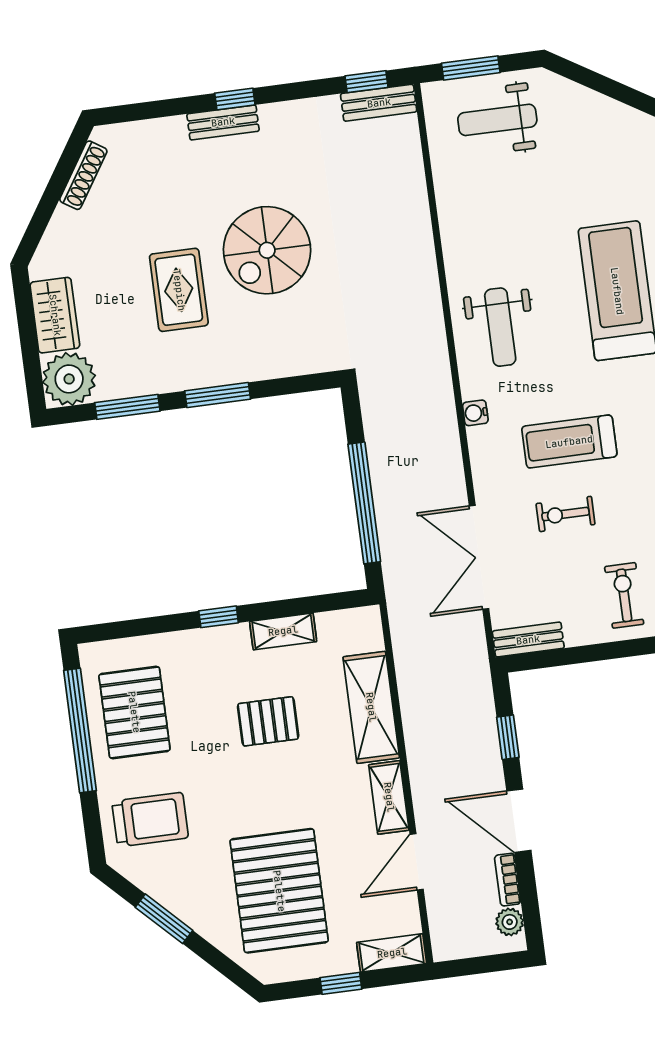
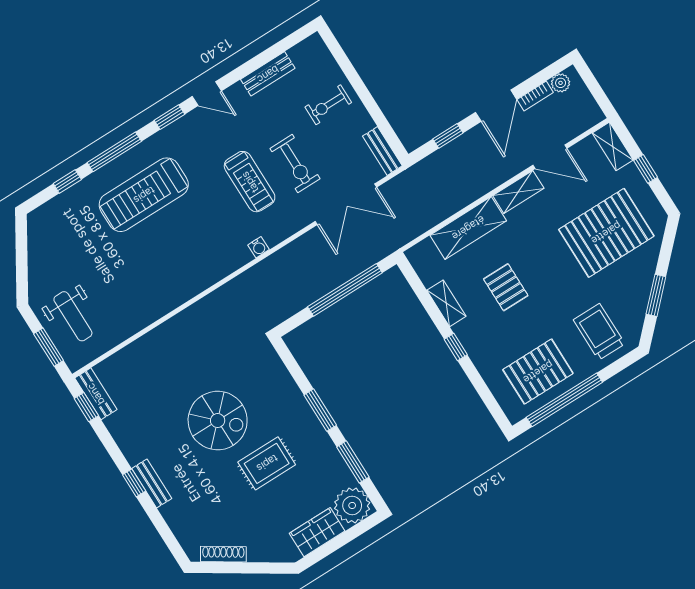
weight bench: (500, 327) -> (199, 256), removed
exercise bike: (565, 514) -> (295, 164), width x1.38, depth x1.39

